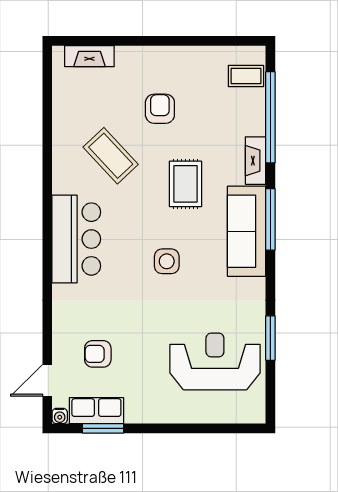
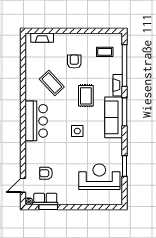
coffee table: (246, 76) -> (105, 52), moved

